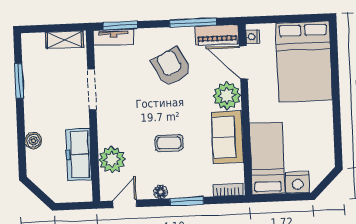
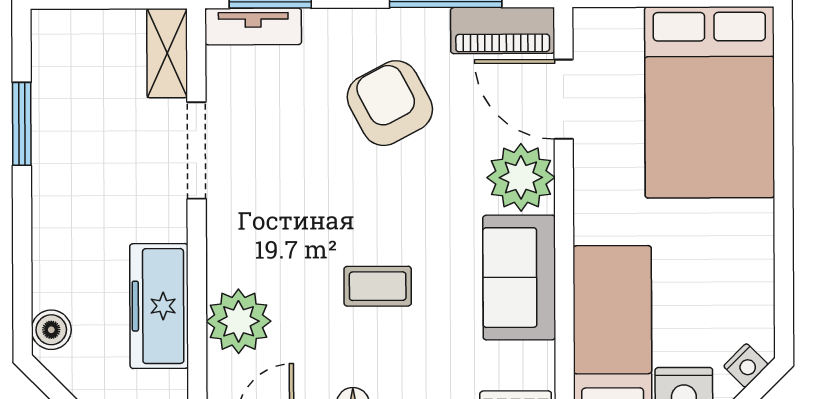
nightstand: (253, 37) -> (746, 365), moved, turned -135
shelving: (65, 40) -> (167, 53), moved, turned 90
boiler: (33, 141) -> (51, 330), moved

